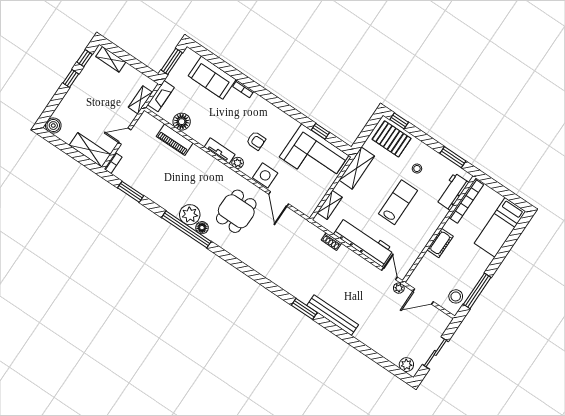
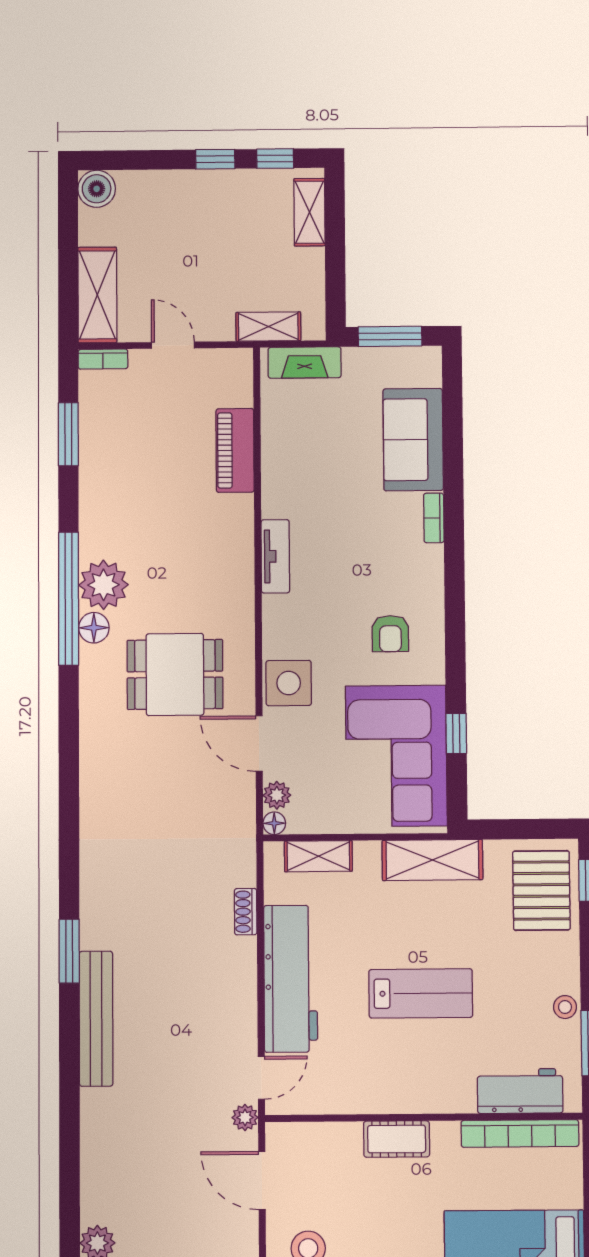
floor lamp: (182, 122) -> (274, 823), moved, width x0.53, depth x0.53
armchair: (256, 141) -> (390, 634), moved
plant: (238, 163) -> (277, 795), moved
stool: (417, 169) -> (565, 1007), moved
door: (279, 199) -> (259, 743), hinge flipped

